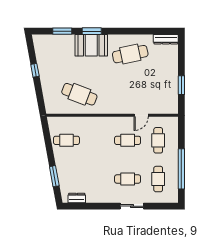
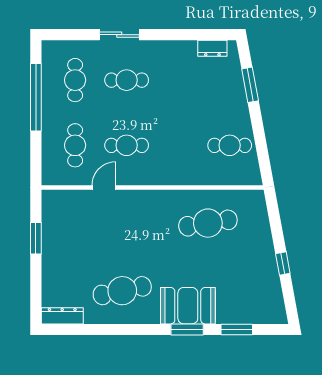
cafe table: (79, 94) -> (208, 223), turned -30

